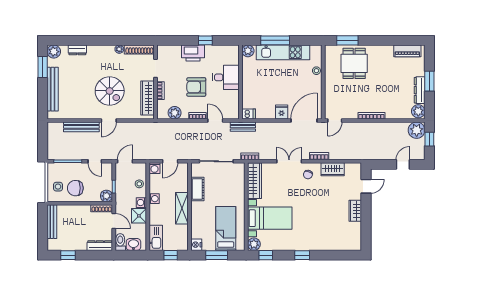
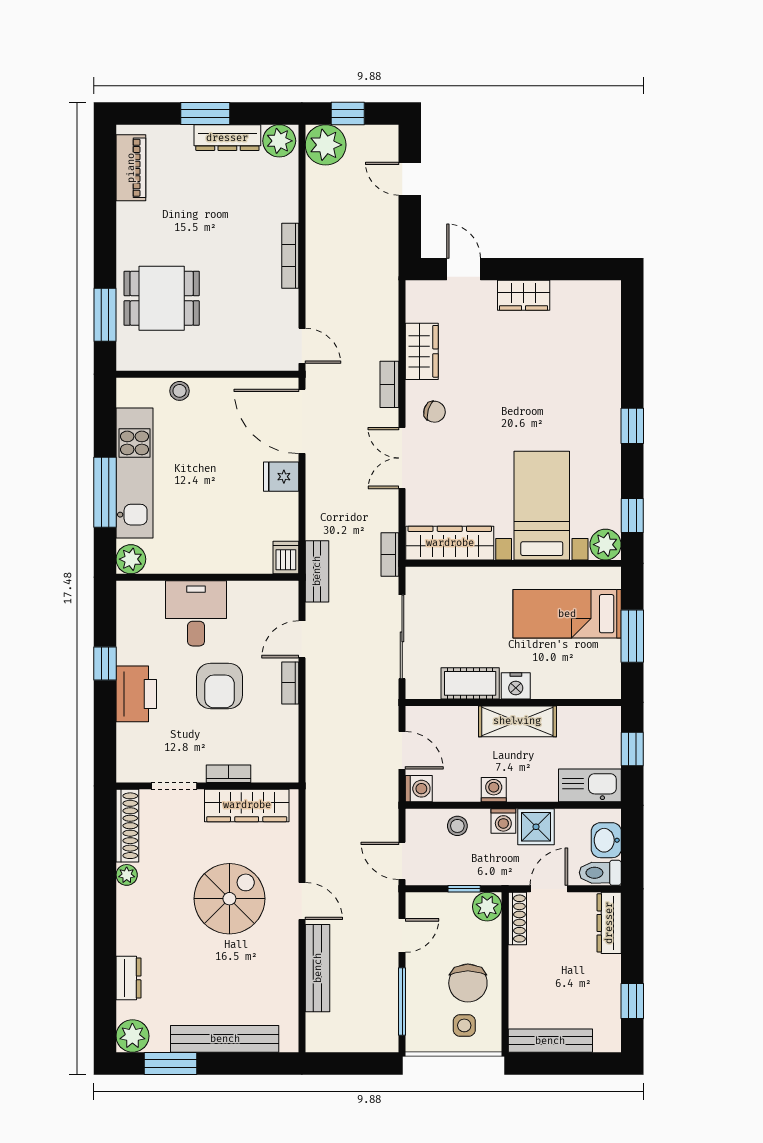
plant: (175, 113) -> (283, 739), removed
nightstand: (196, 245) -> (516, 686), moved

